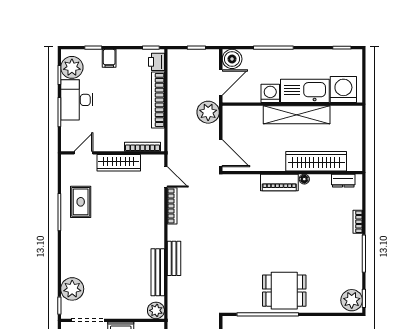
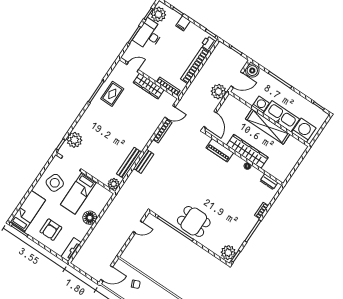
wardrobe: (316, 161) -> (247, 151), moved
door: (166, 177) -> (170, 112), hinge flipped
piano: (279, 183) -> (220, 150), moved

